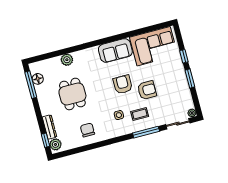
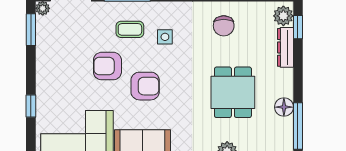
floor lamp: (38, 79) -> (284, 107), moved
window: (190, 79) -> (31, 30), moved
armchair: (123, 84) -> (145, 86), turned -90

